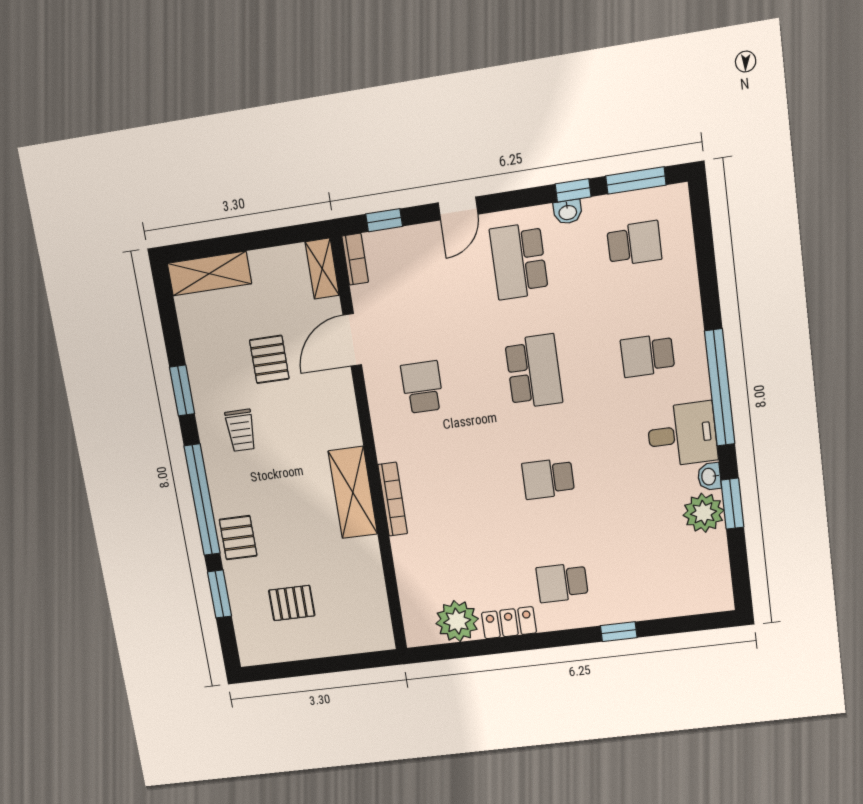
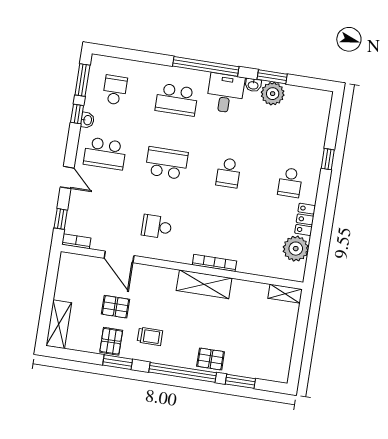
shelving: (322, 269) -> (285, 294), moved
school desk: (648, 355) -> (177, 100), width x1.85
pallet: (292, 603) -> (111, 341), moved

